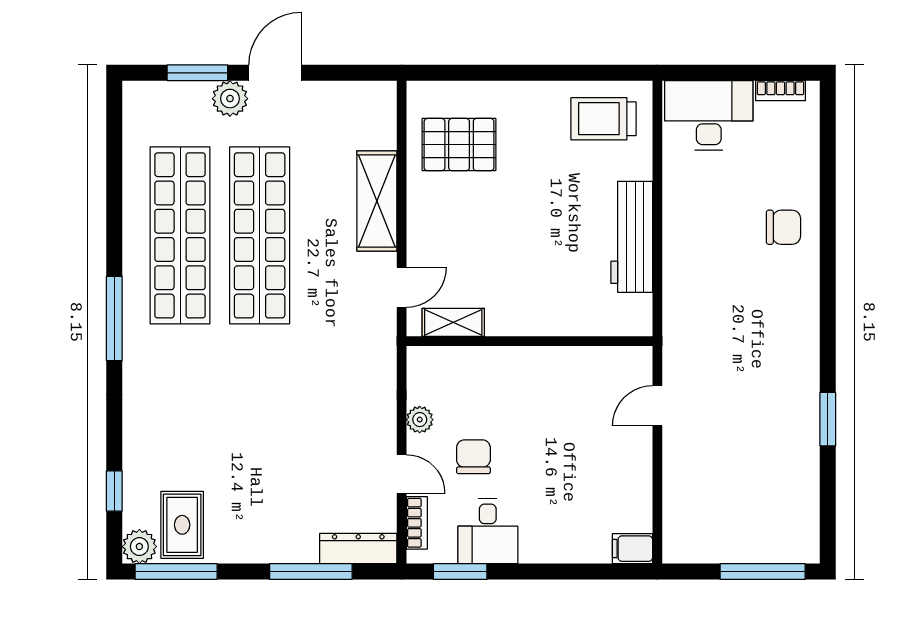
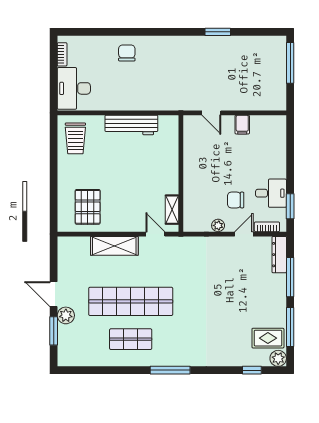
shop shelf: (180, 235) -> (131, 339), width x0.50, depth x0.74
filing cabinet: (632, 549) -> (242, 125), moved
window: (176, 572) -> (290, 327), moved

